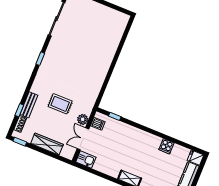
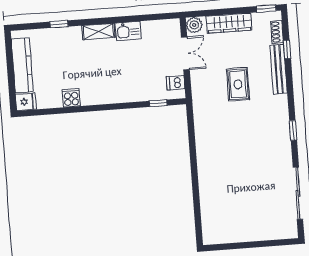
rug: (60, 104) -> (238, 84), turned 90
bench: (29, 105) -> (279, 69), width x1.36
plant: (83, 119) -> (194, 25), moved
kitchen sink: (86, 160) -> (128, 31), moved

